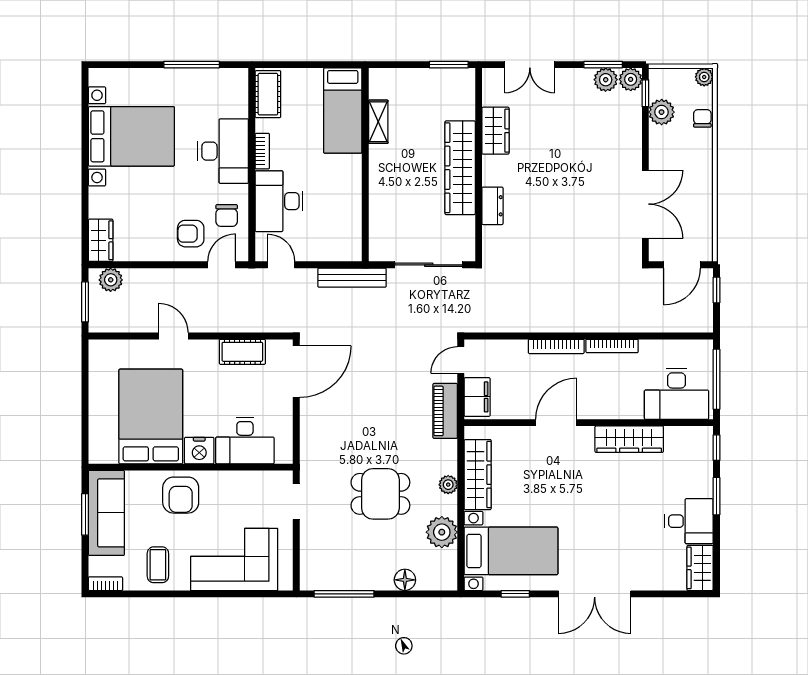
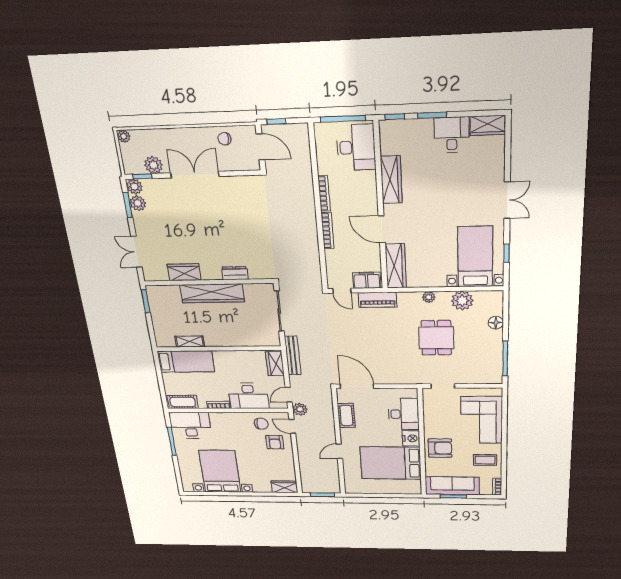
double door: (530, 65) -> (136, 252), swing flipped
chair: (702, 118) -> (224, 139), moved
desk: (223, 151) -> (190, 425), moved
double door: (645, 204) -> (195, 175), moved
wardrobe: (338, 249) -> (275, 364), added
plant: (111, 280) -> (300, 409), moved
wardrobe: (478, 475) -> (396, 266), moved, turned 90
double door: (595, 594) -> (507, 200), width x0.73

